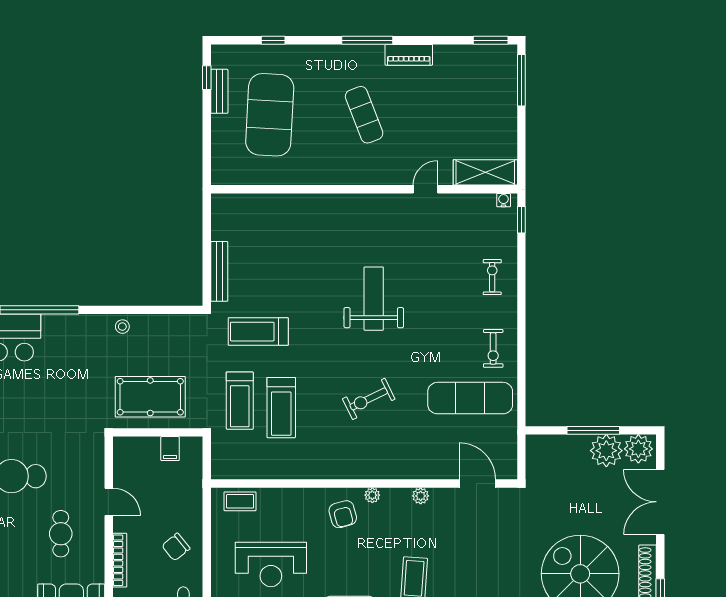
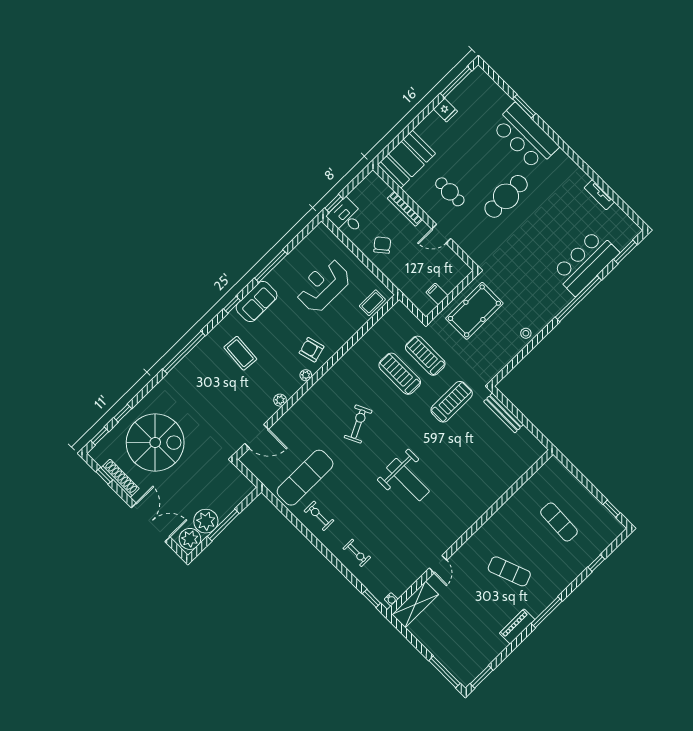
bench: (219, 91) -> (598, 508), removed
exercise mat: (270, 115) -> (559, 522), width x0.50, depth x0.69

